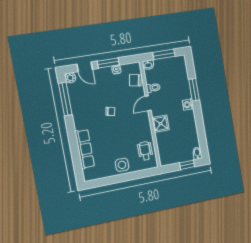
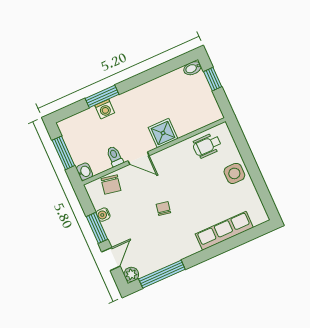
washing machine: (188, 105) -> (105, 109), moved

